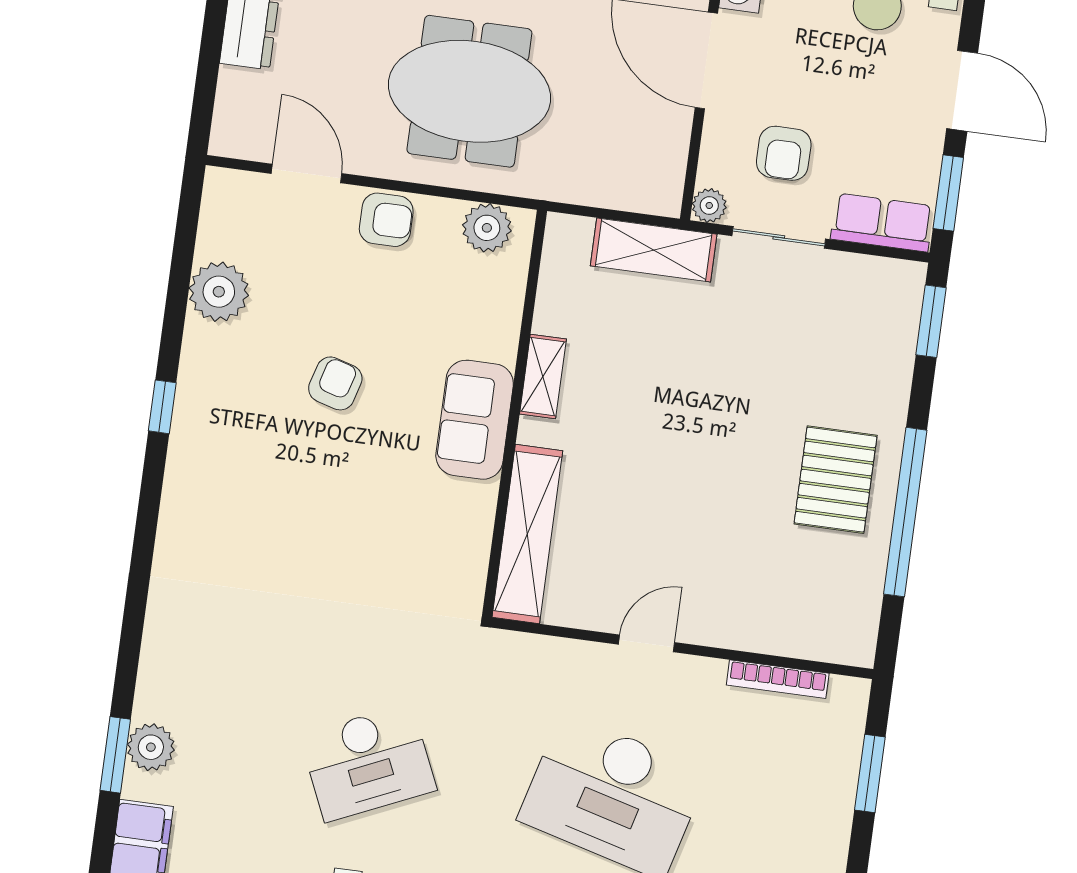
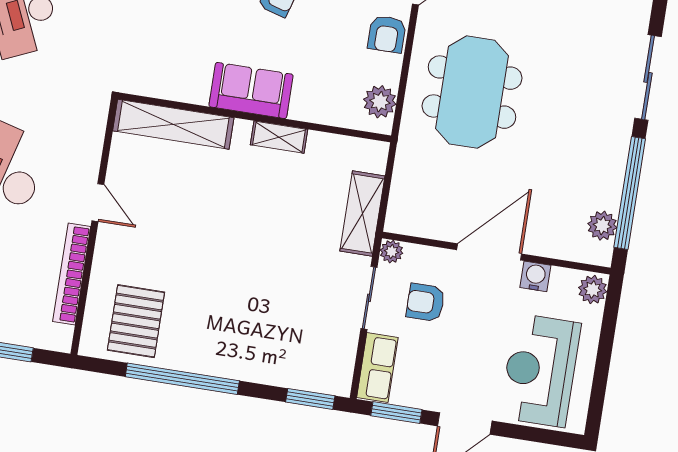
pallet: (836, 480) -> (136, 321), moved, turned 90
bookcase: (778, 679) -> (72, 274), width x1.48, depth x1.31

